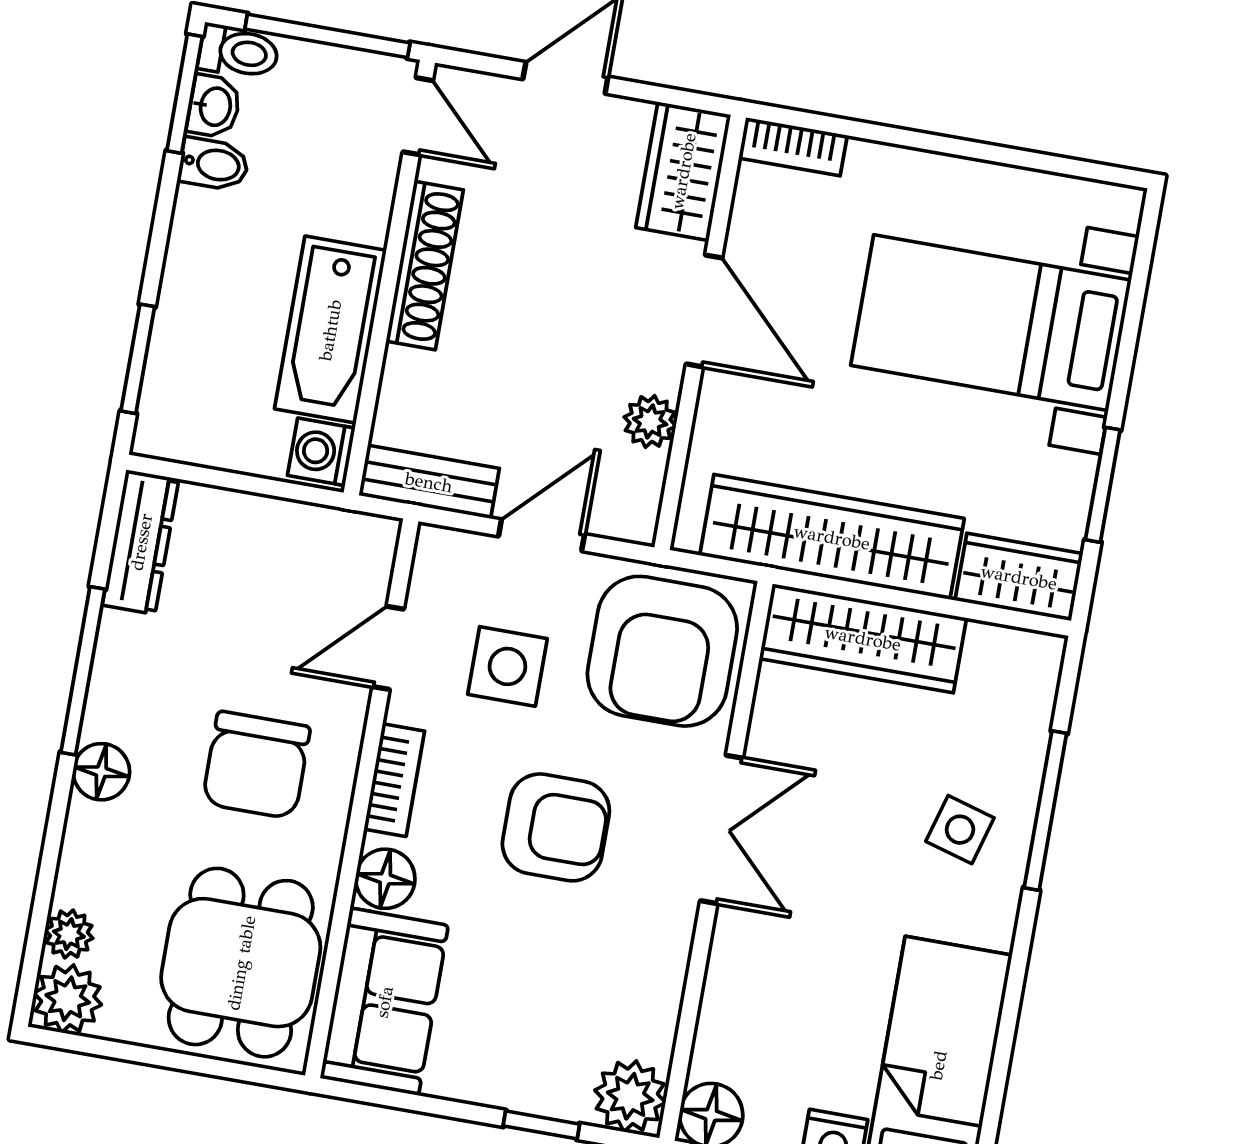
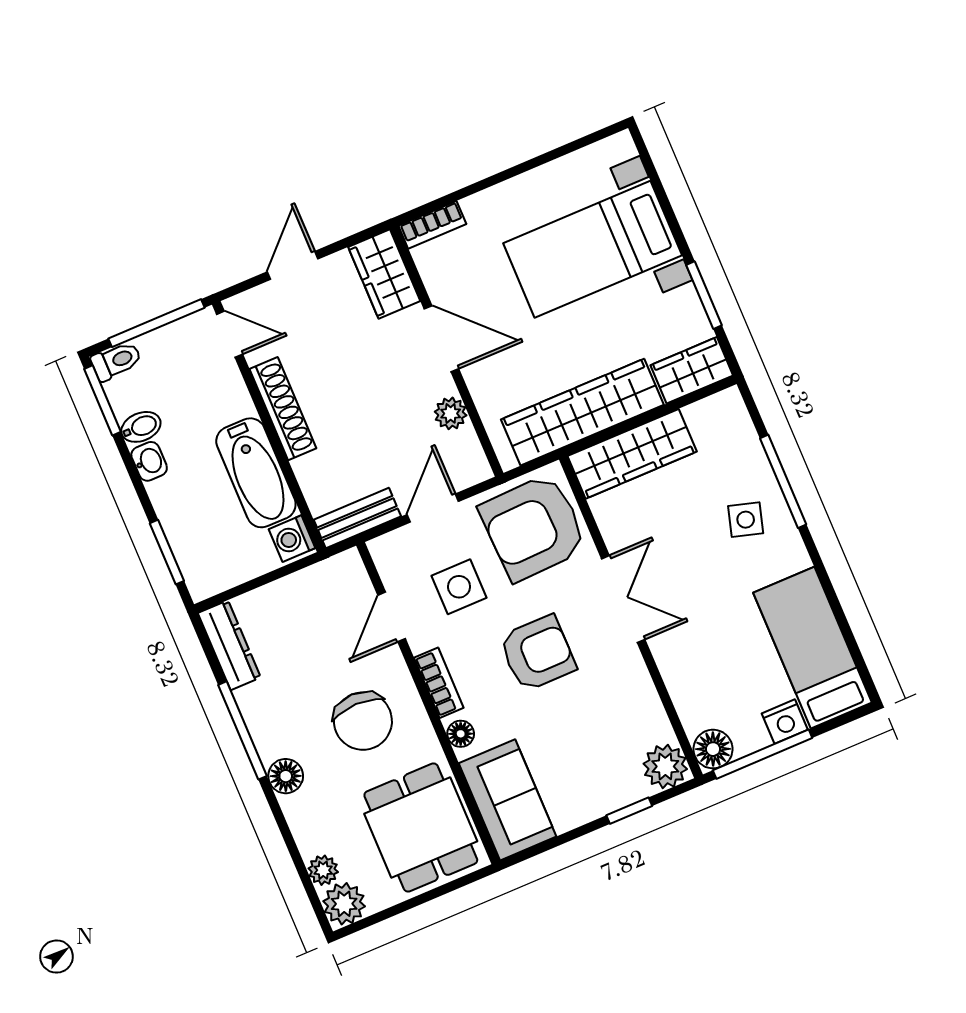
washbasin: (214, 106) -> (149, 461), moved
armchair: (662, 651) -> (533, 527), turned 88
floor lamp: (385, 879) -> (461, 734), width x0.73, depth x0.73

